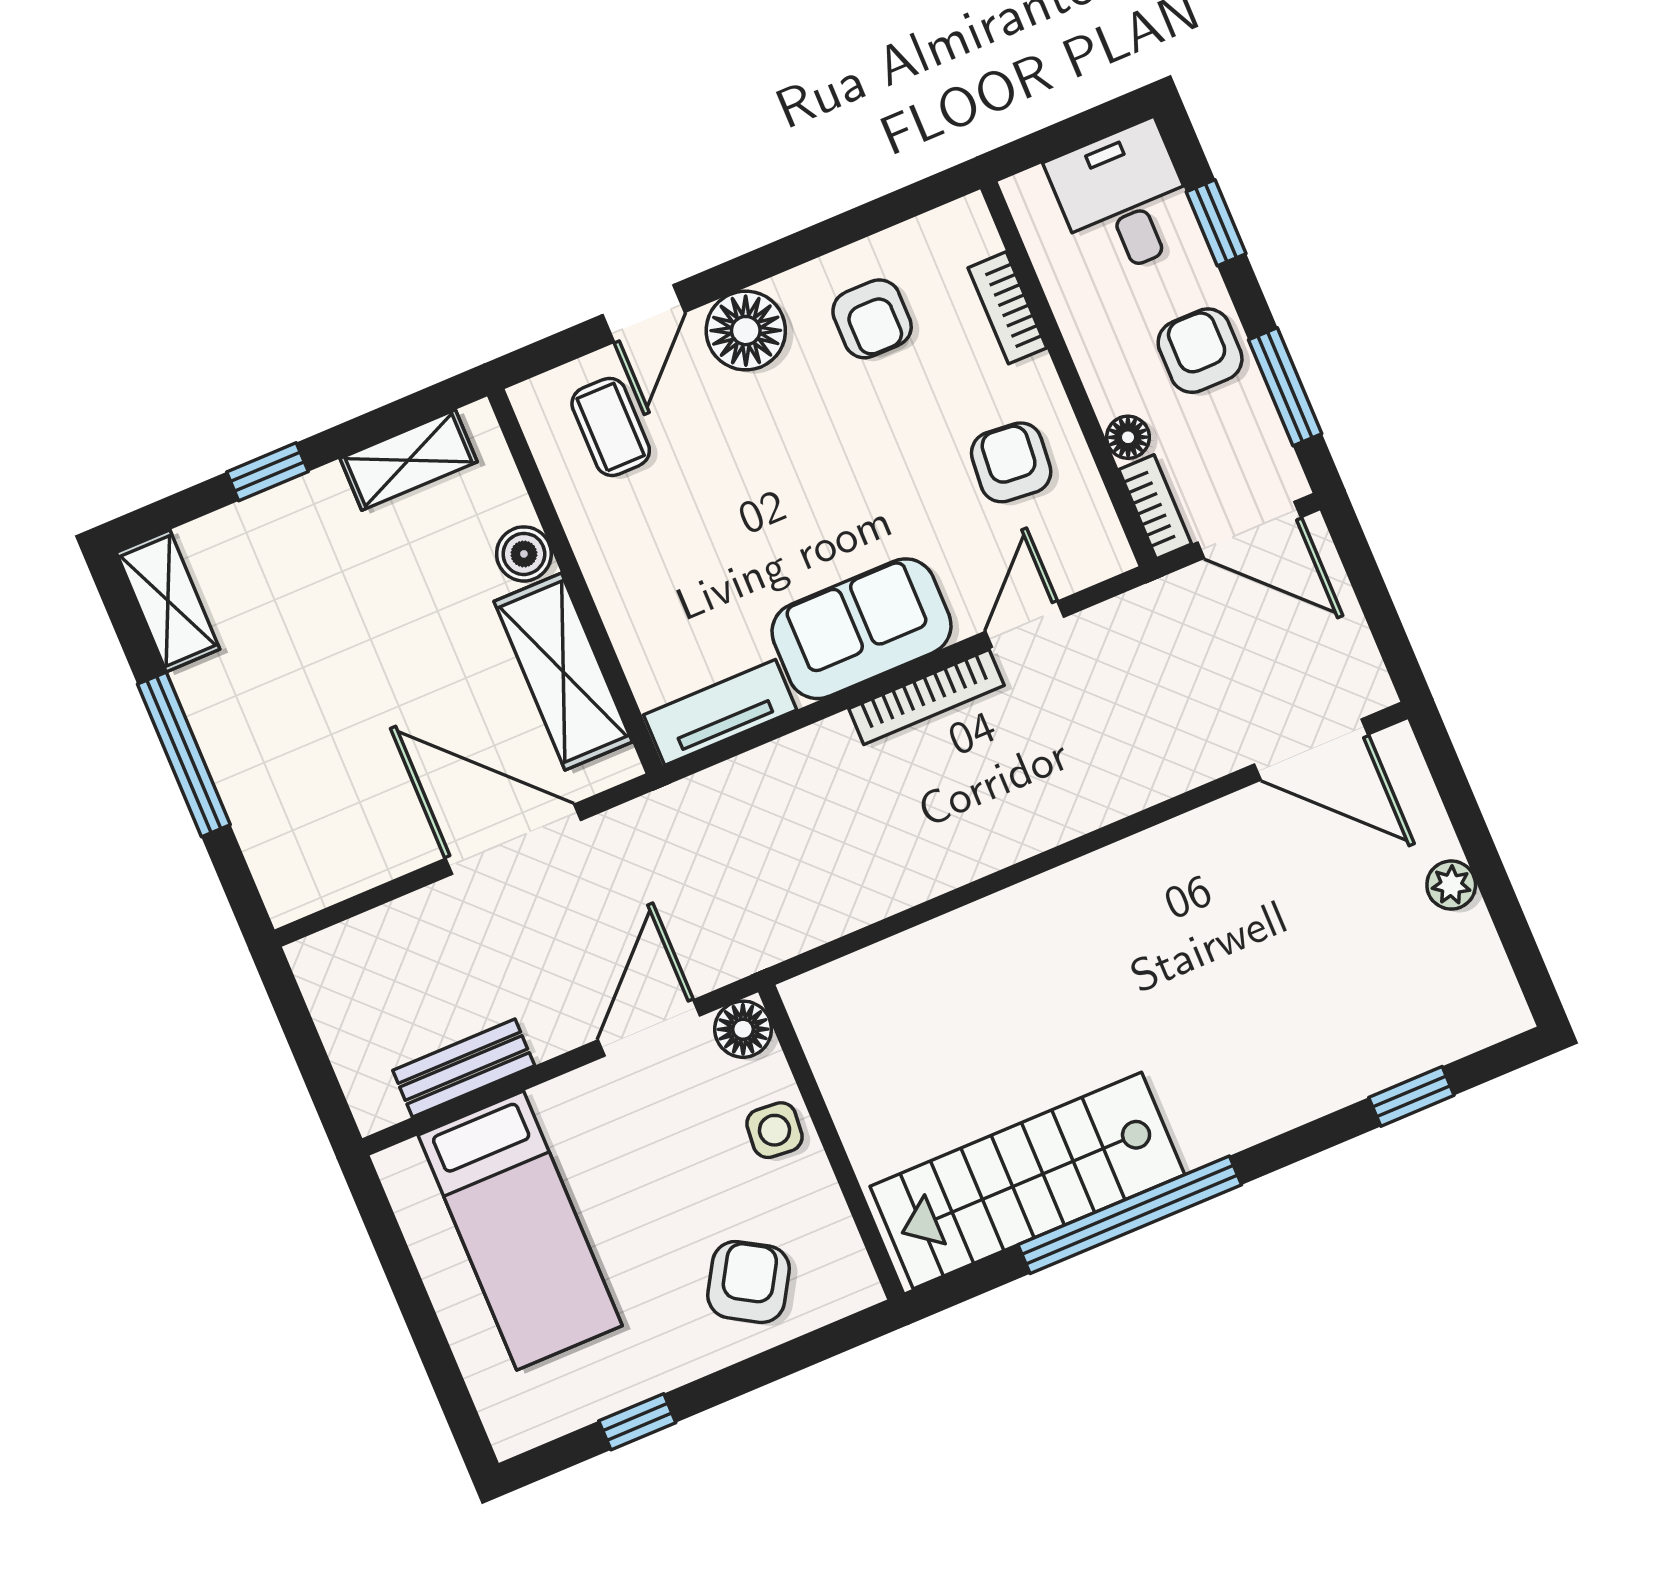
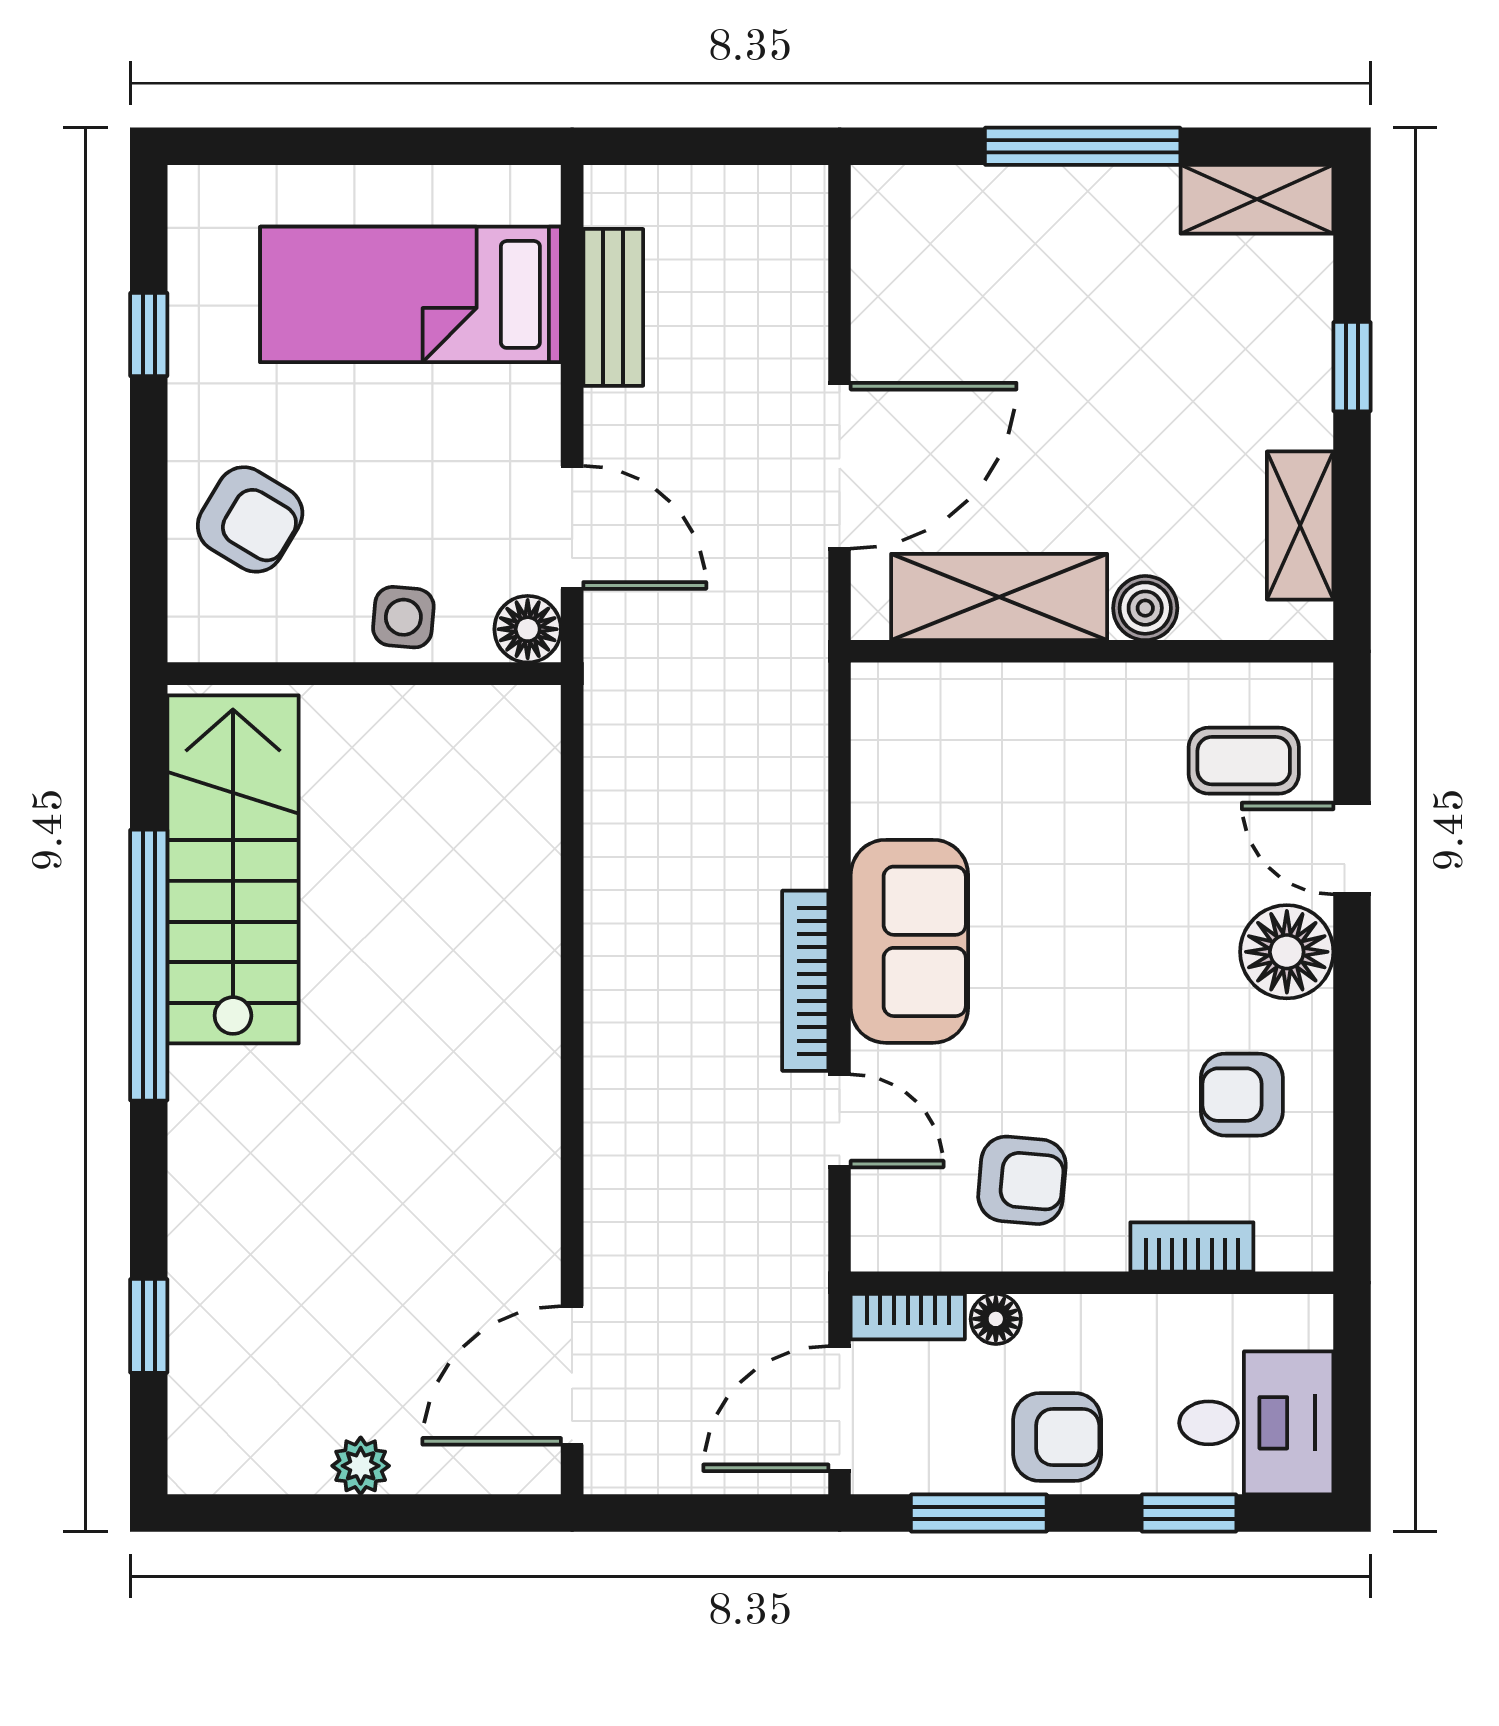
tv unit: (720, 712) -> (883, 749), removed

